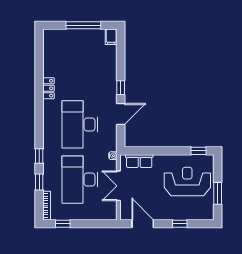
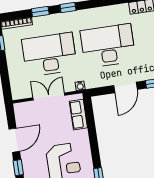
door: (121, 114) -> (125, 87), hinge flipped
door: (143, 224) -> (14, 140), moved

